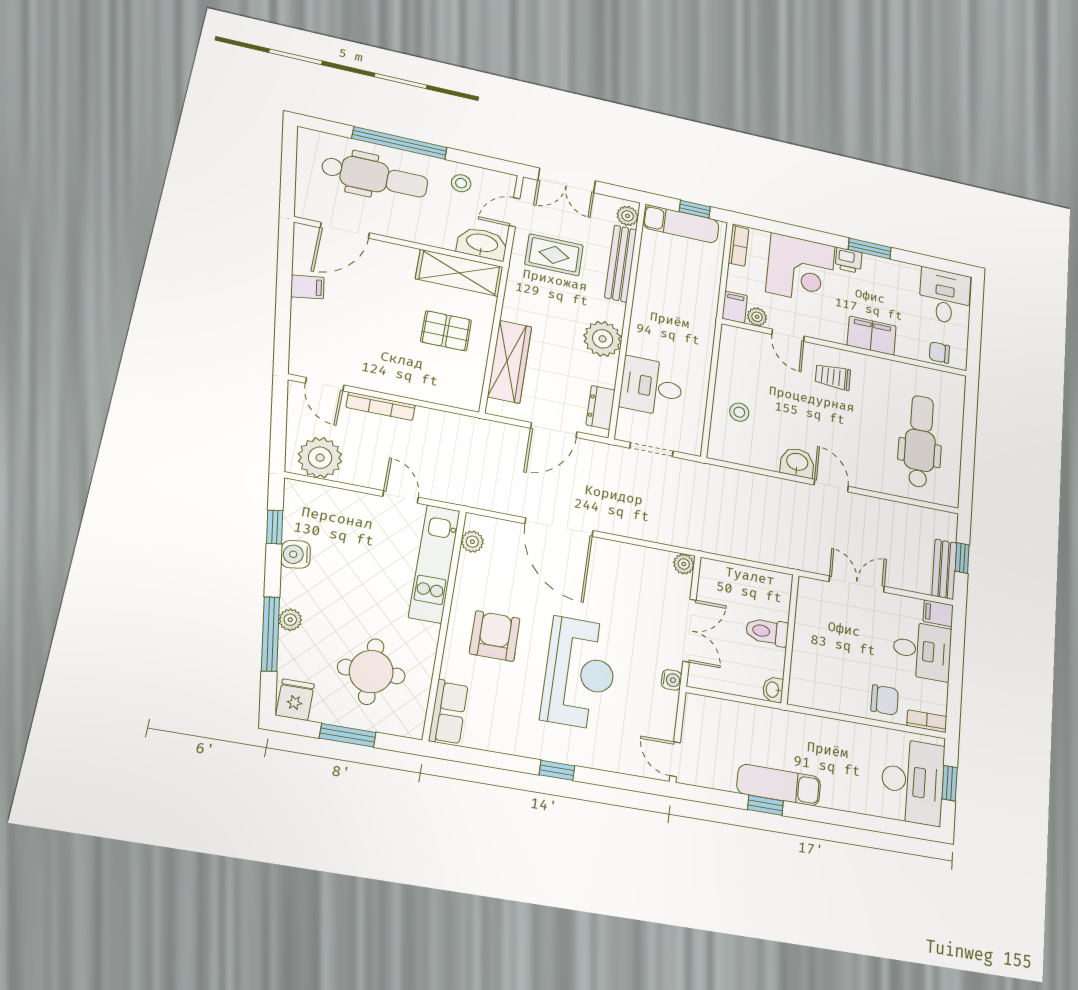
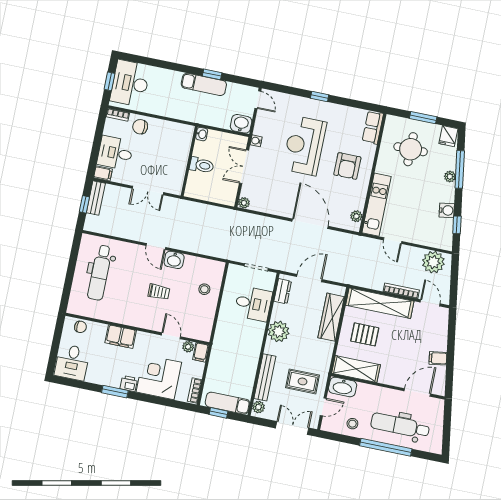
trolley: (833, 377) -> (159, 292), moved
shelving: (421, 385) -> (380, 303), added
washbasin: (702, 711) -> (241, 124), added

